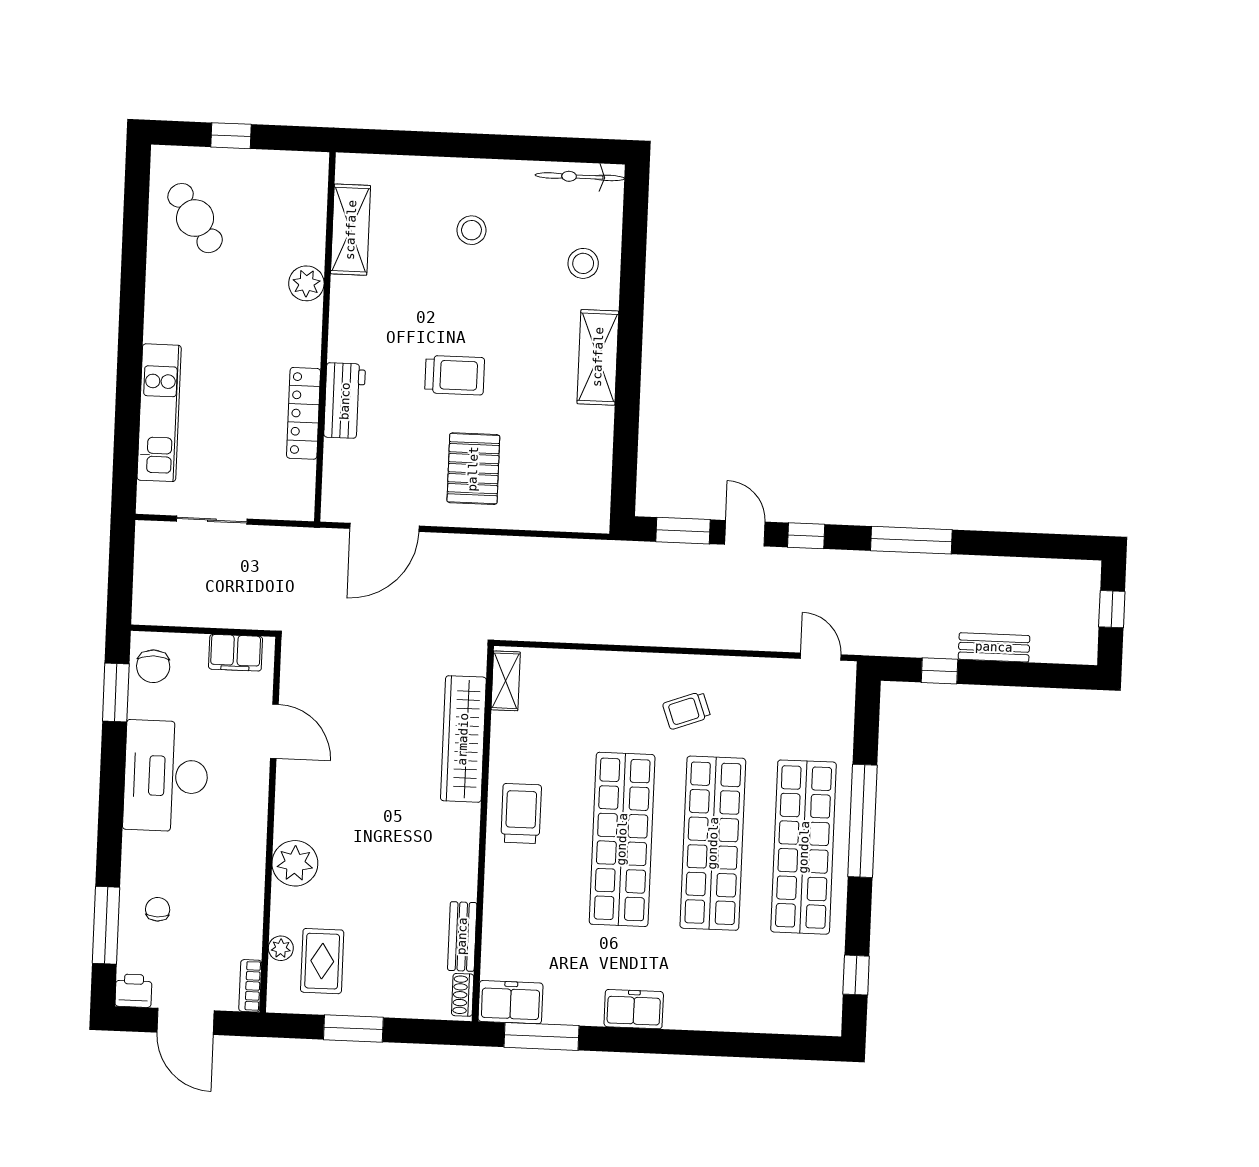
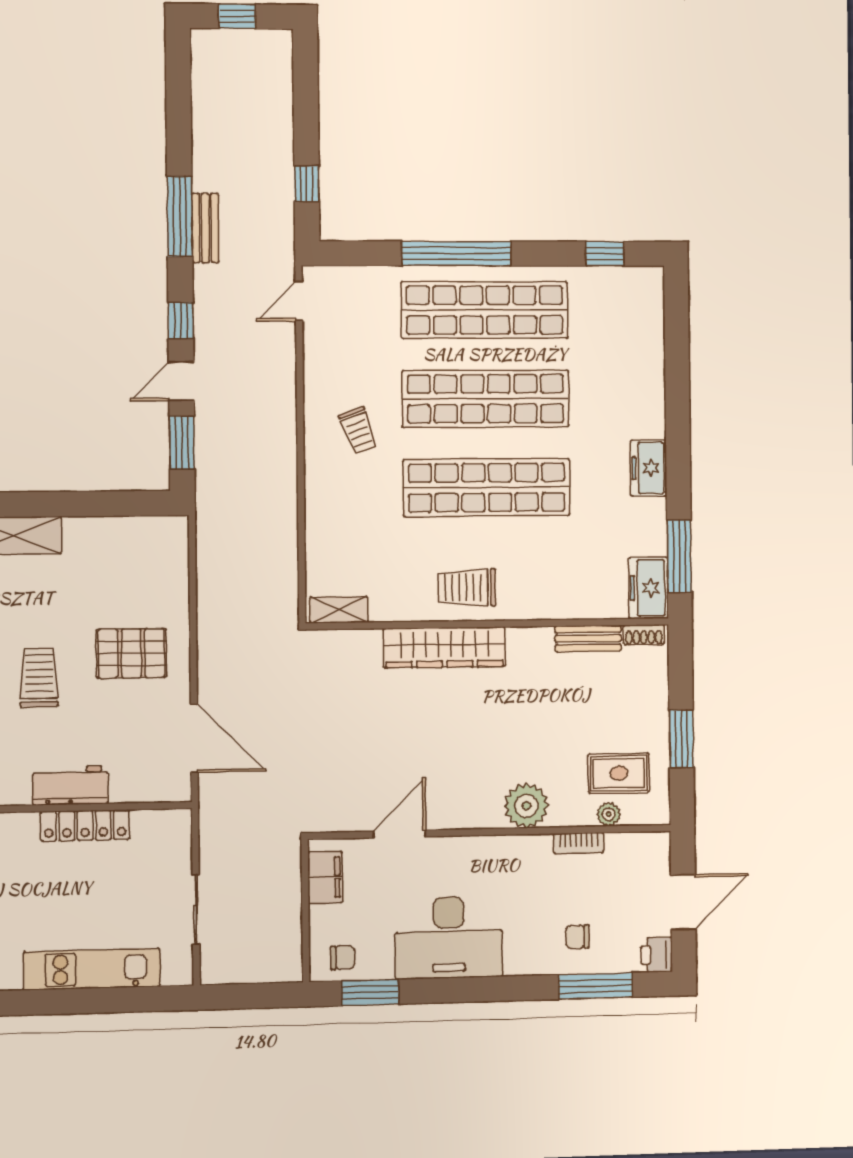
bench: (994, 647) -> (205, 228), moved
chair: (153, 666) -> (343, 958), width x0.73, depth x0.73
wardrobe: (463, 739) -> (445, 647), moved
bookcase: (250, 986) -> (579, 843), moved

